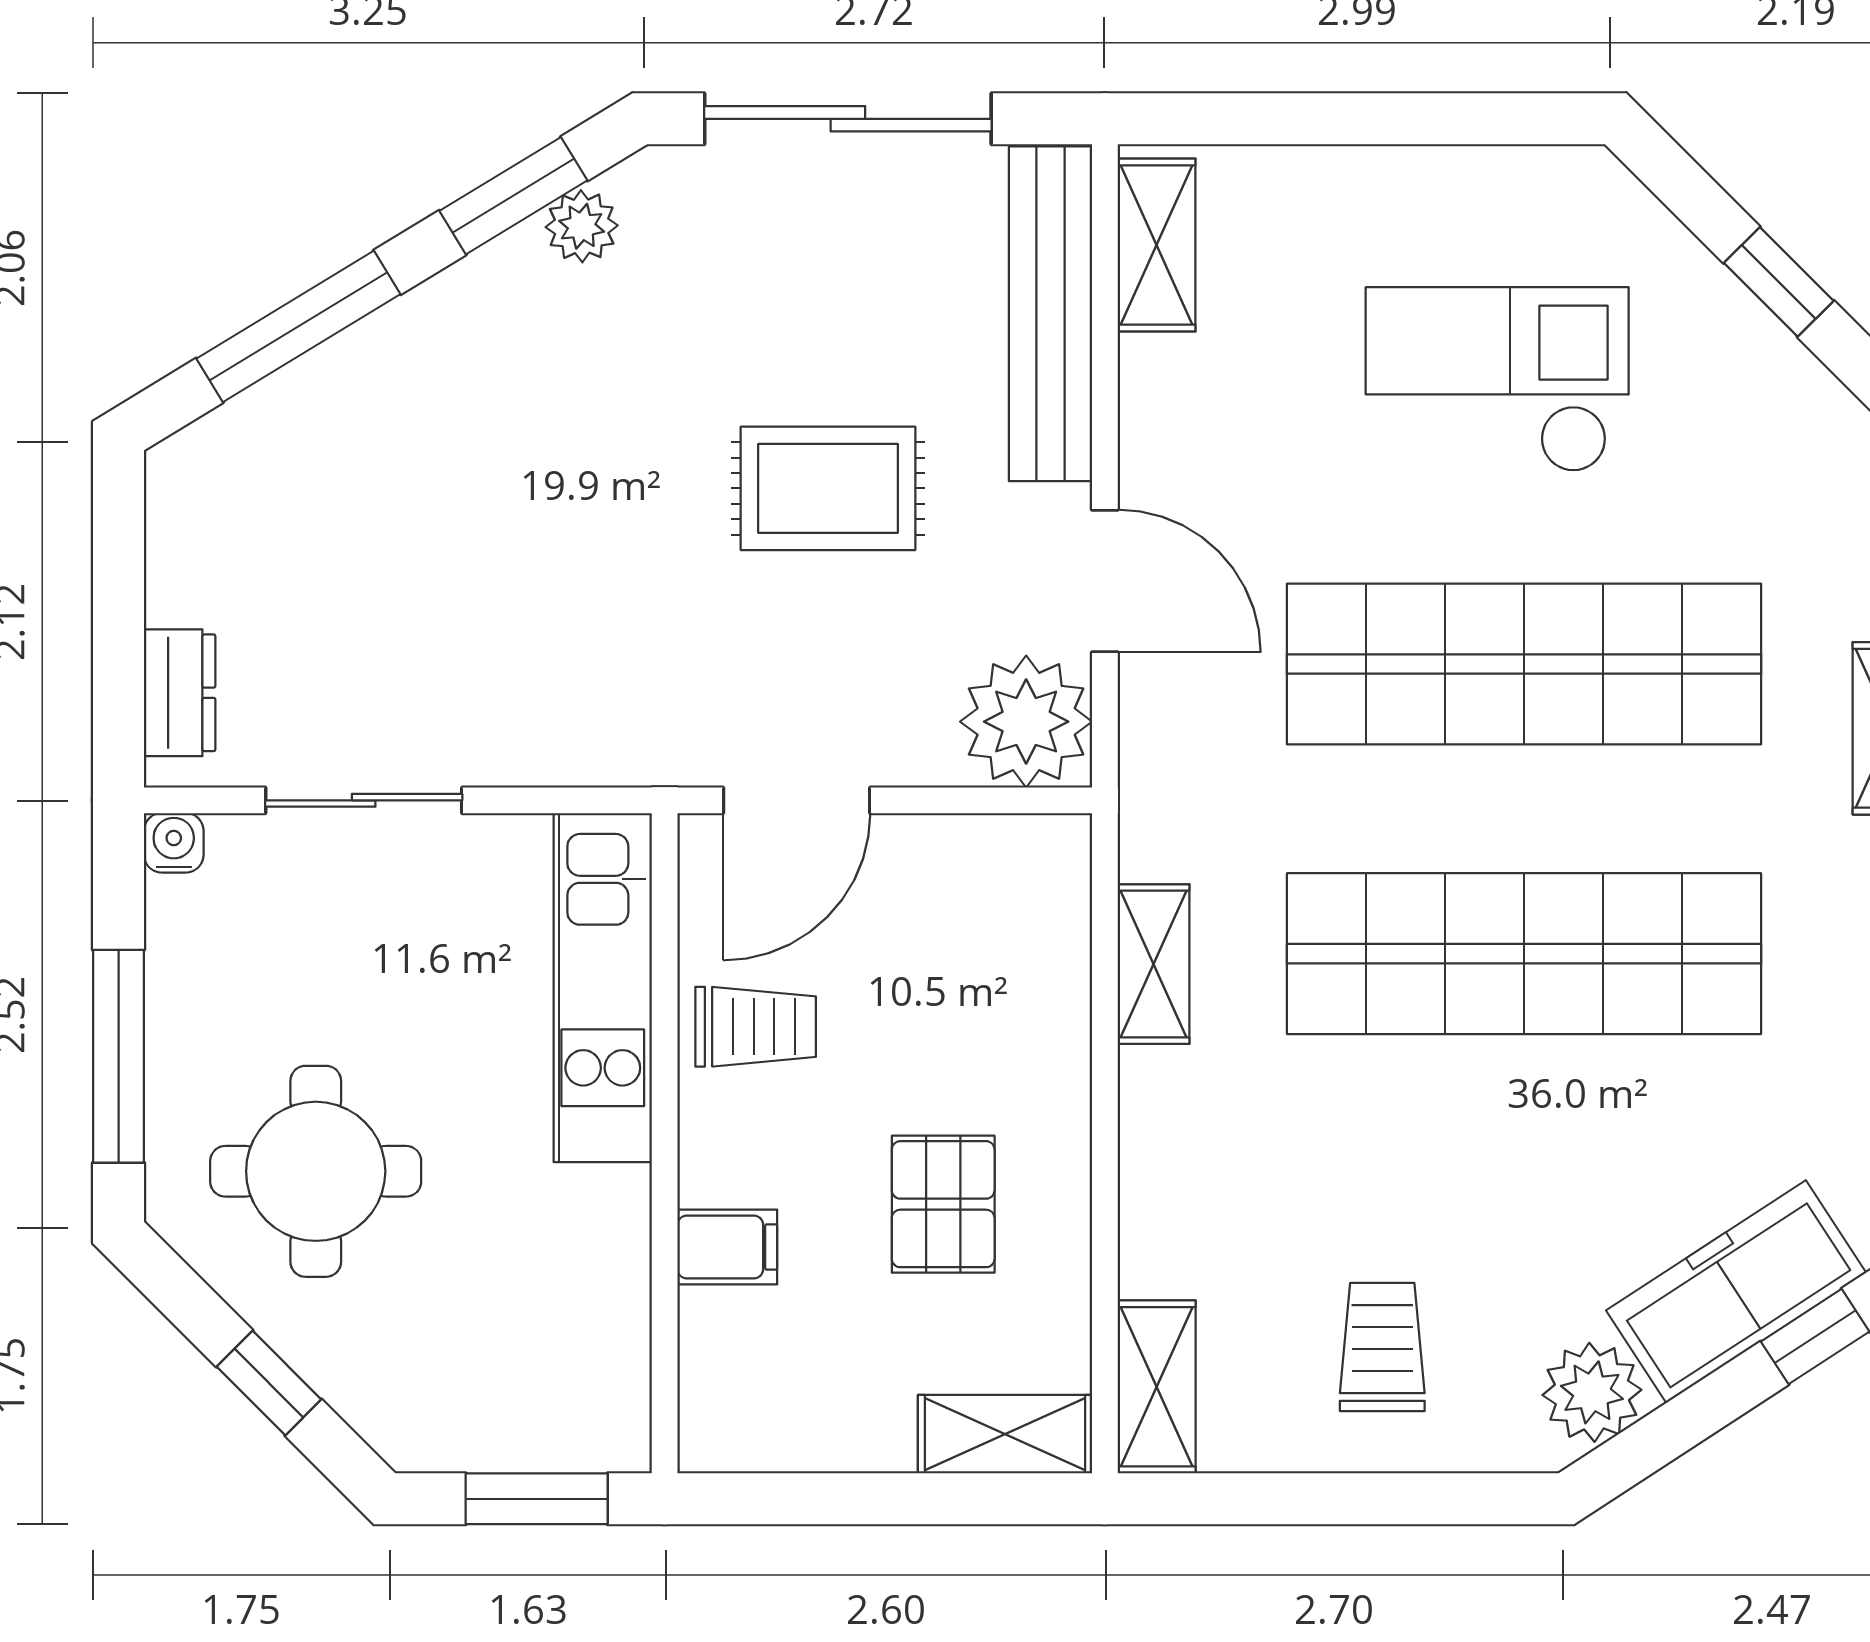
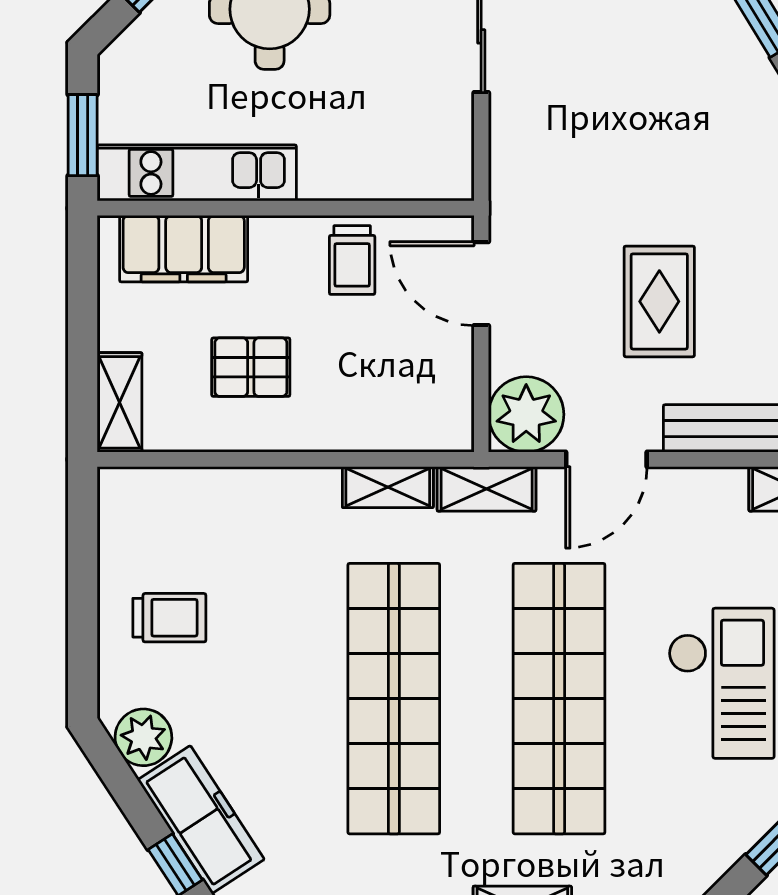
kitchen unit: (603, 988) -> (197, 173), moved
filing cabinet: (727, 1247) -> (184, 249), width x3.00, depth x1.17
shelving: (1157, 1387) -> (487, 489), moved

